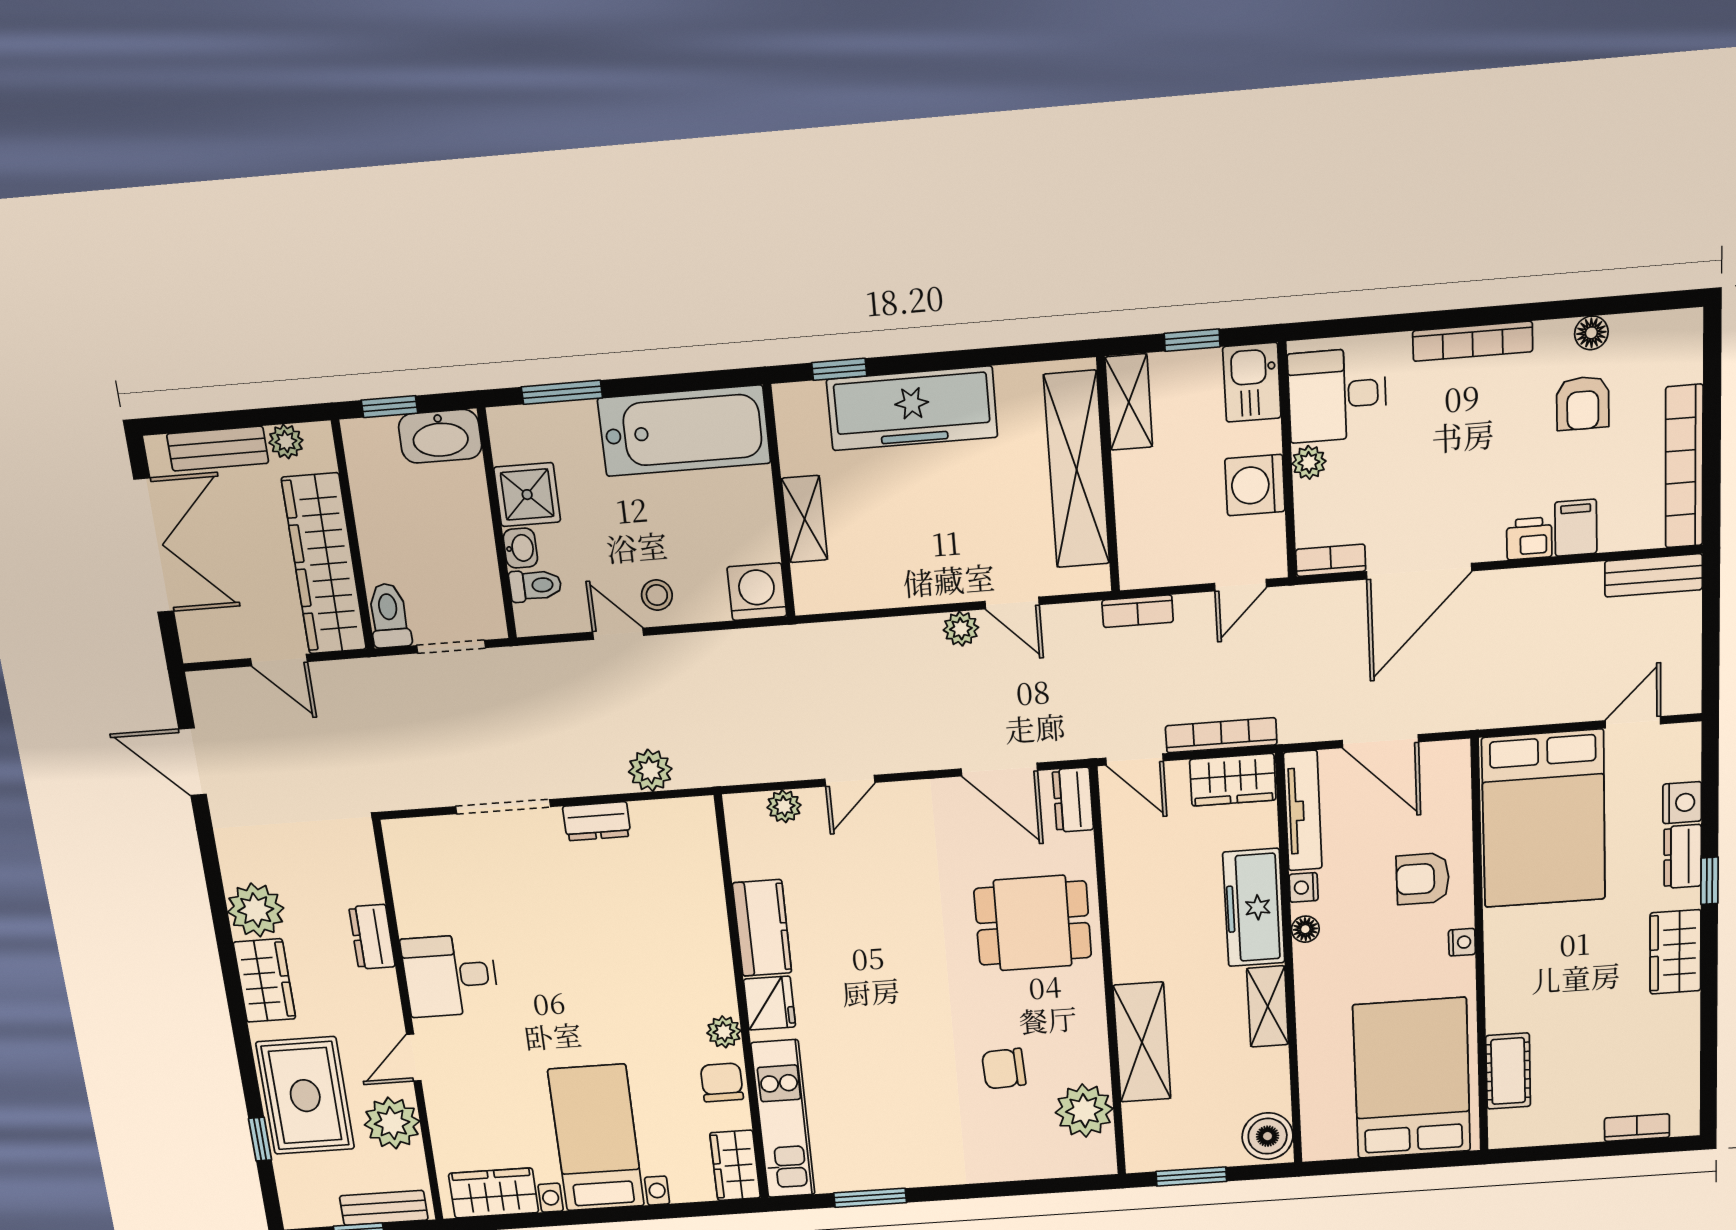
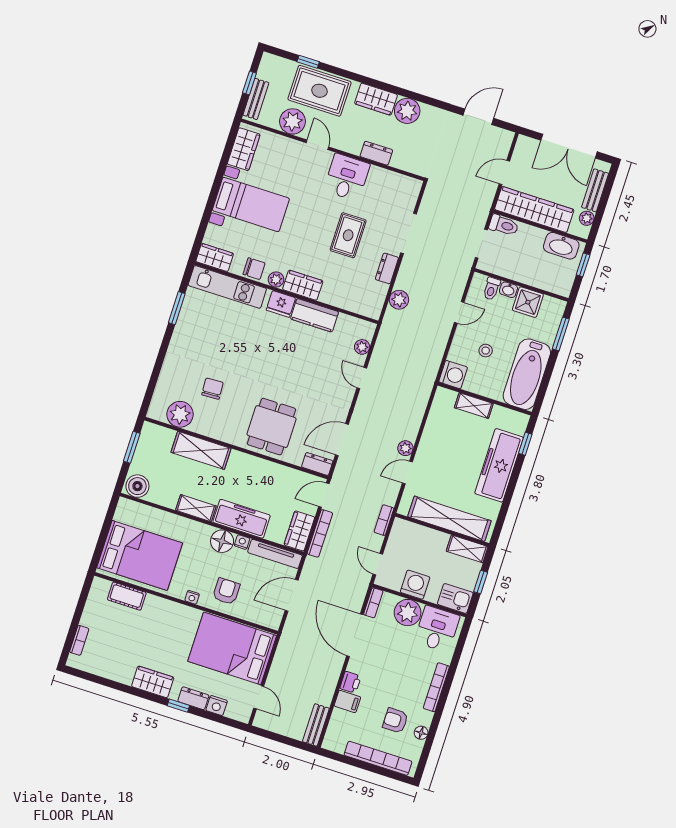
washbasin: (440, 436) -> (561, 246), moved, turned -90
plant: (1309, 462) -> (408, 613), width x1.88, depth x1.88
bookcase: (1684, 467) -> (378, 758), moved
stool: (657, 595) -> (486, 351), moved
rug: (566, 926) -> (348, 235), added
floor lamp: (1305, 929) -> (222, 541), width x1.89, depth x1.89
wardrobe: (711, 975) -> (303, 285), added

